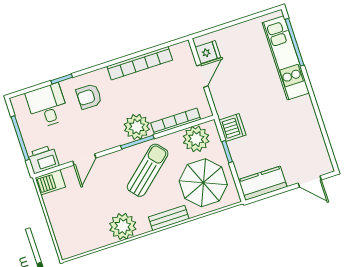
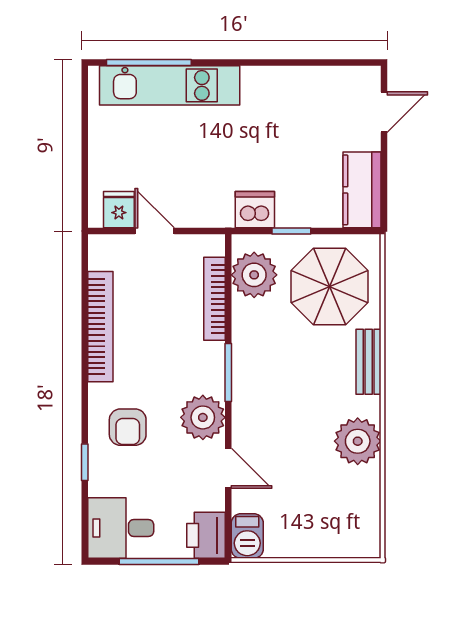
desk: (47, 106) -> (121, 528), moved
plant: (137, 127) -> (203, 417), moved
sun lounger: (148, 170) -> (279, 371), removed

